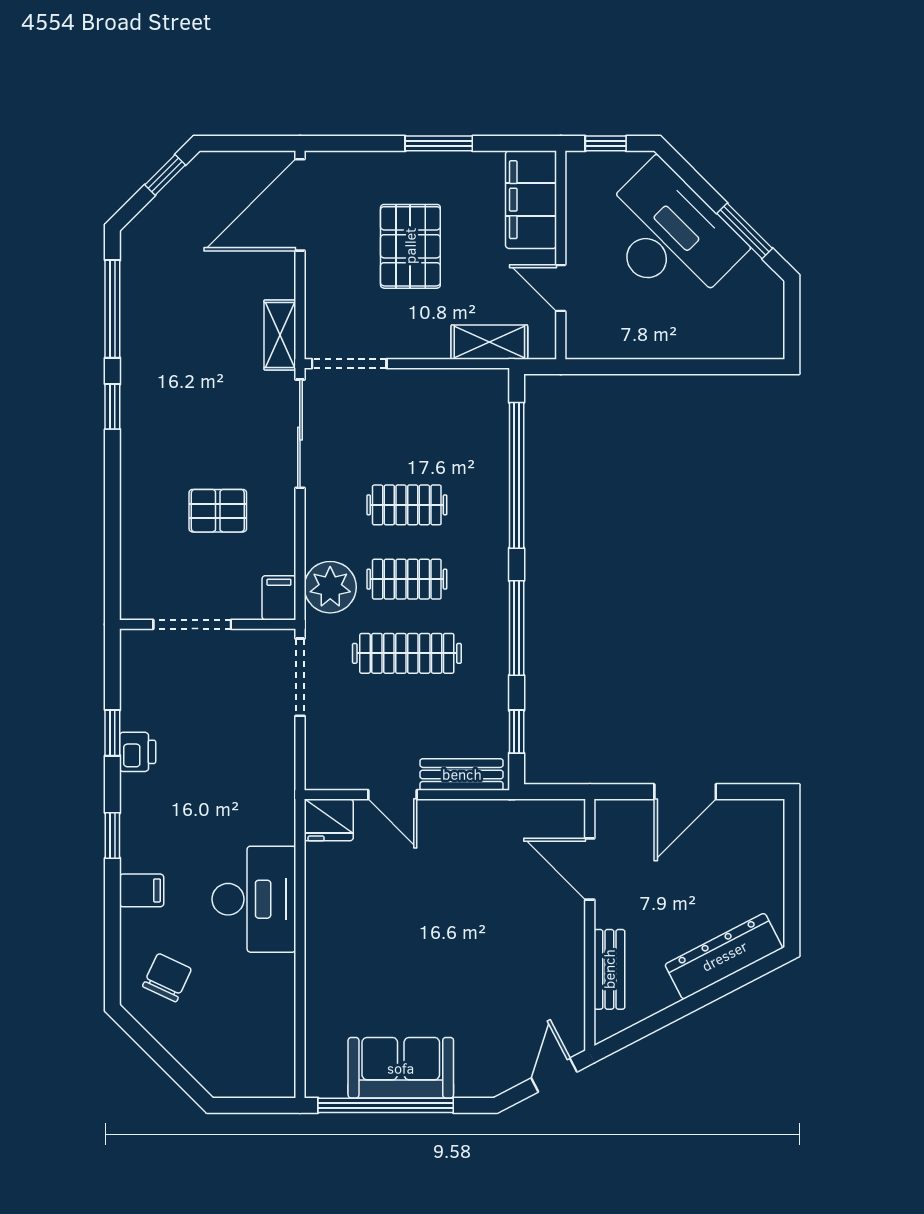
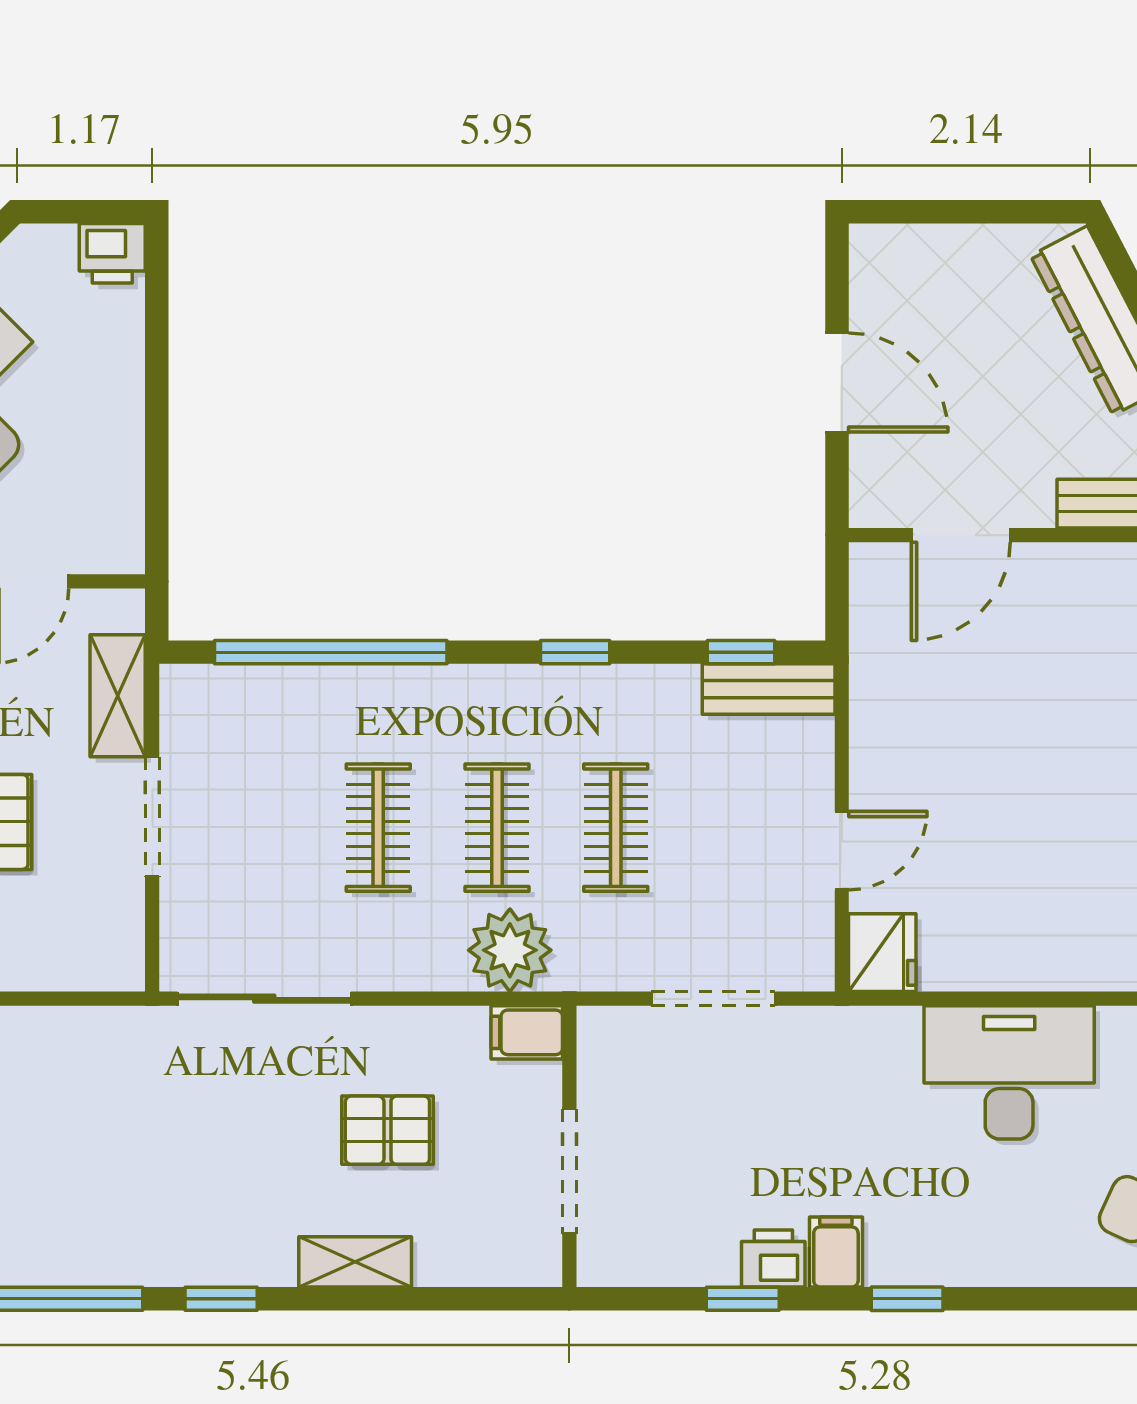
shelving: (280, 335) -> (355, 1262), moved
printer: (766, 339) -> (112, 253), added
doorway: (349, 364) -> (152, 817), moved
pallet: (218, 511) -> (387, 1130), turned 90
window: (517, 628) -> (575, 652), width x0.46
clothes rail: (407, 653) -> (616, 828), width x0.73
doorway: (300, 677) -> (713, 999), moved
bench: (462, 774) -> (769, 689), moved, turned 90
filing cabinet: (142, 890) -> (836, 1252), moved

